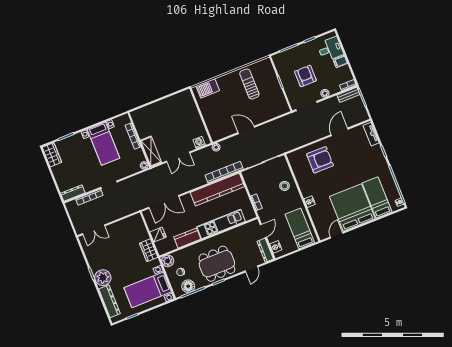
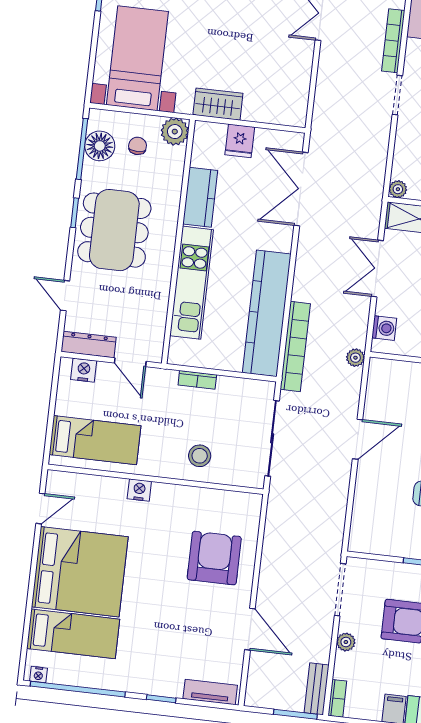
armchair: (320, 160) -> (214, 558), turned 180
door: (337, 235) -> (40, 509), hinge flipped

